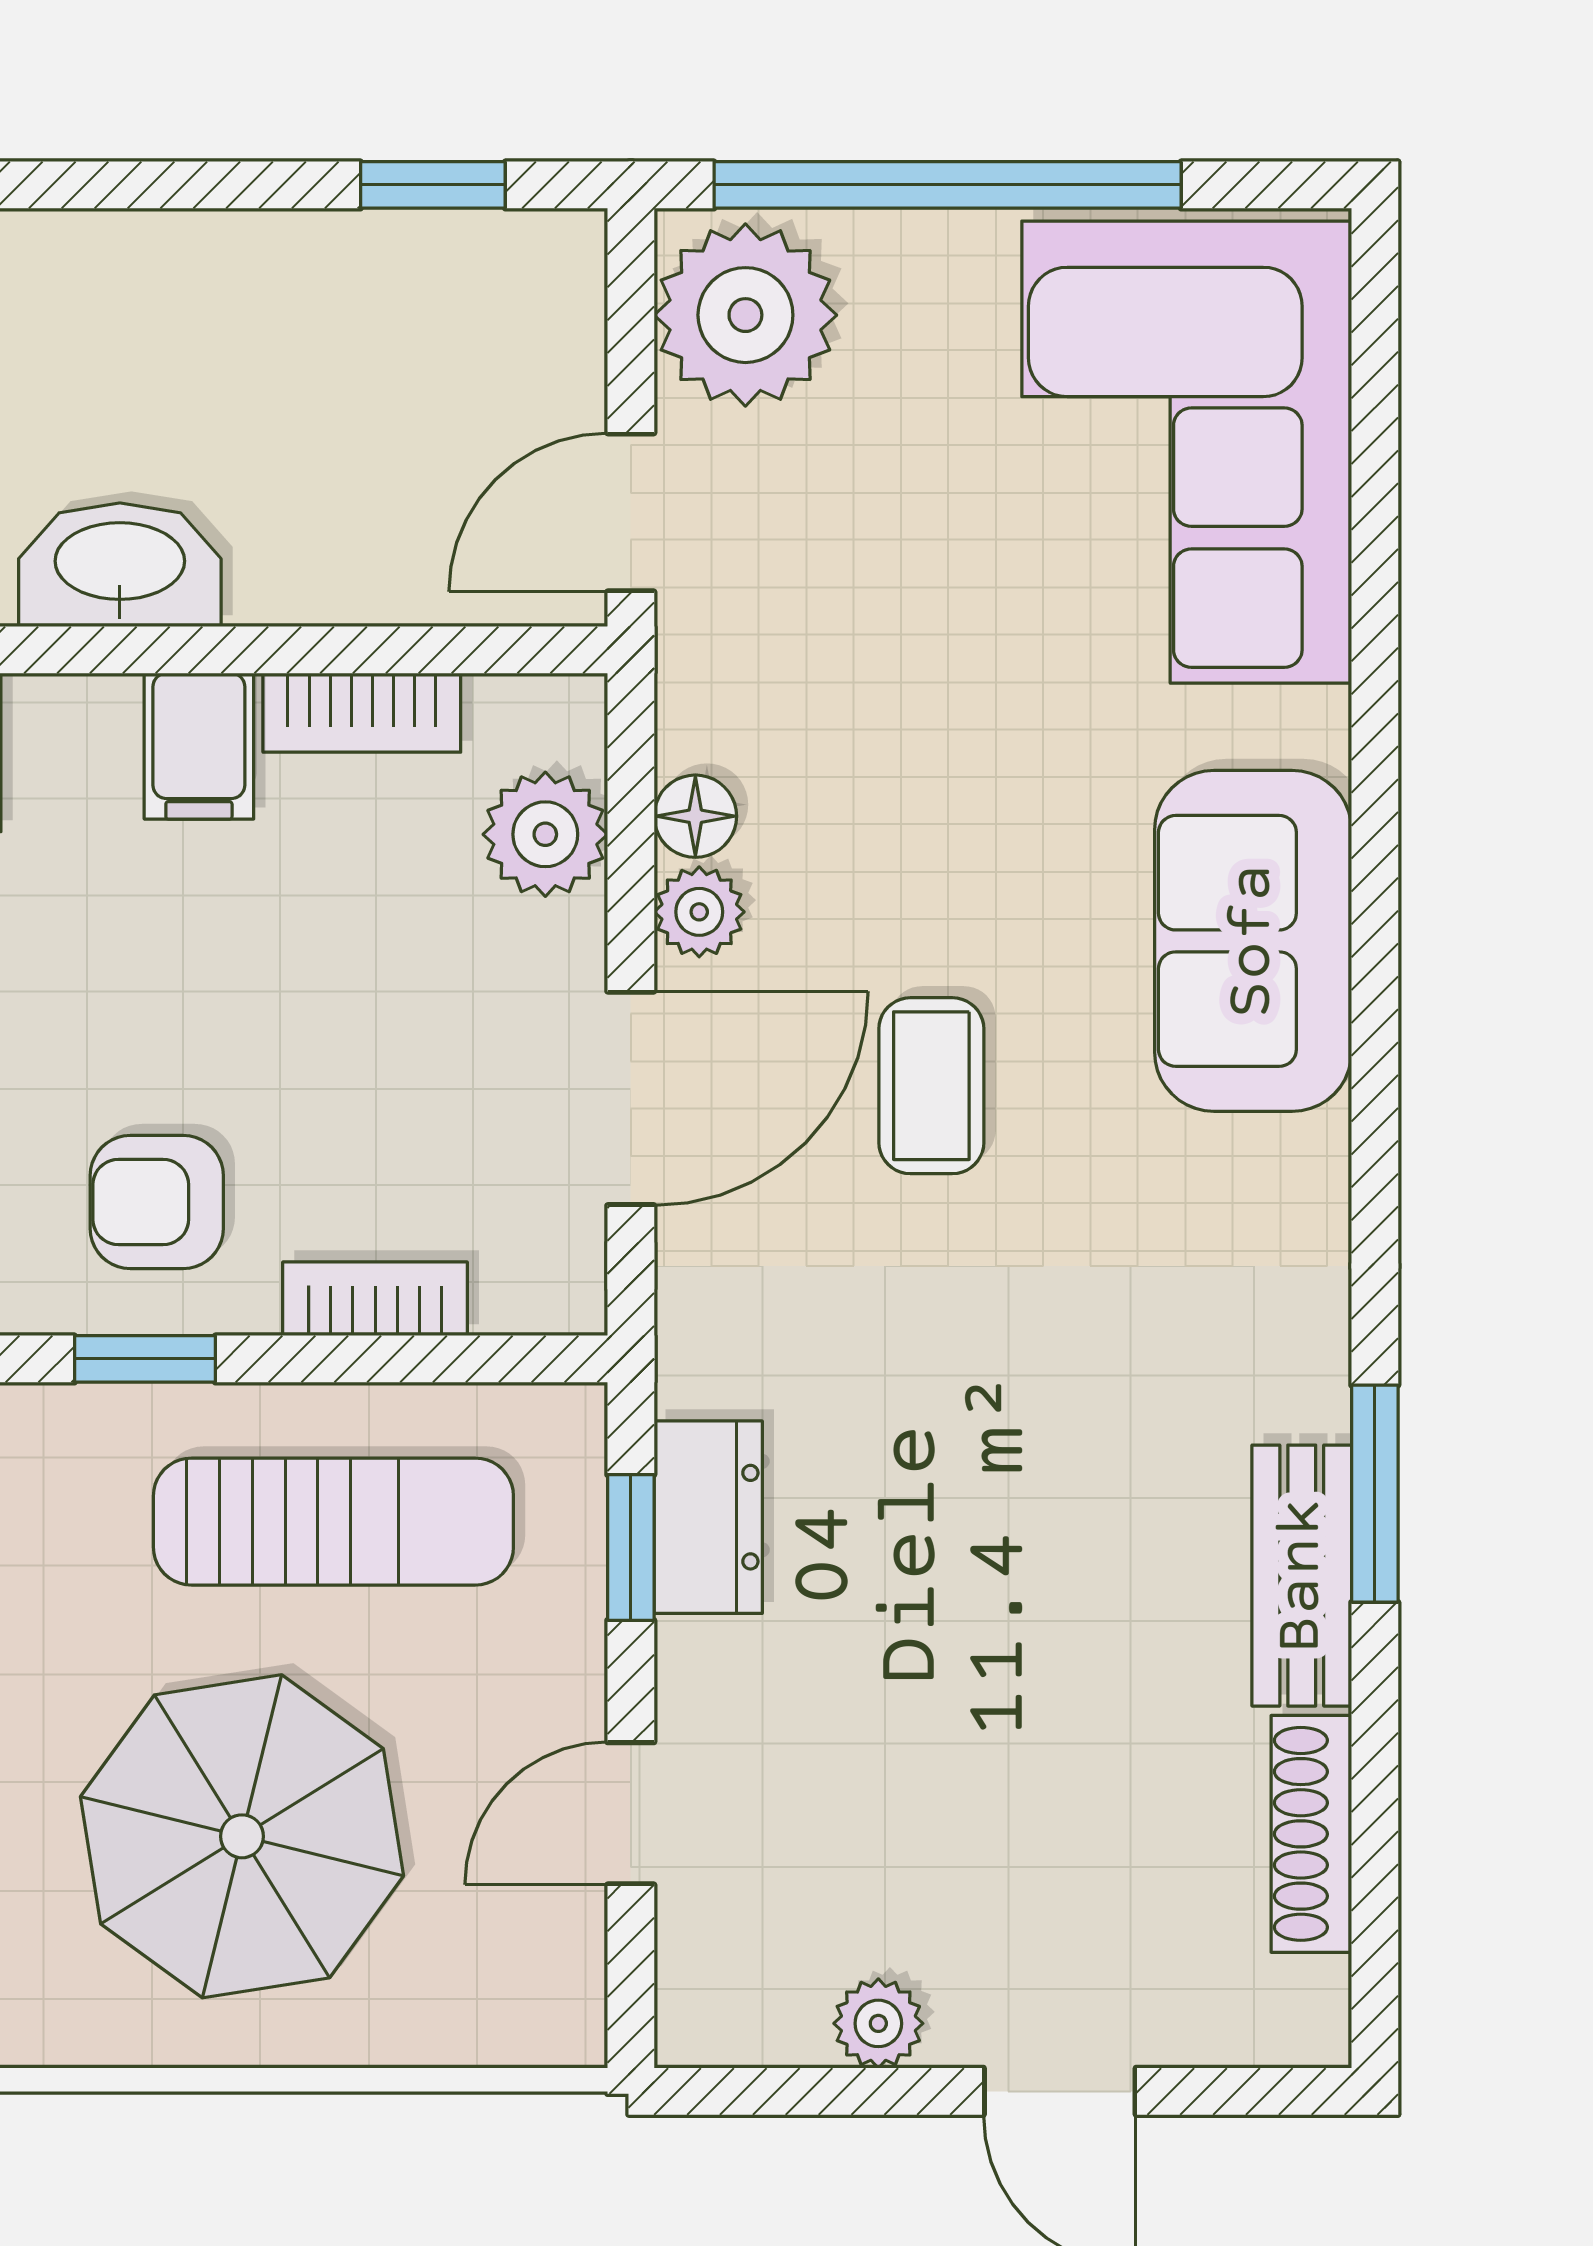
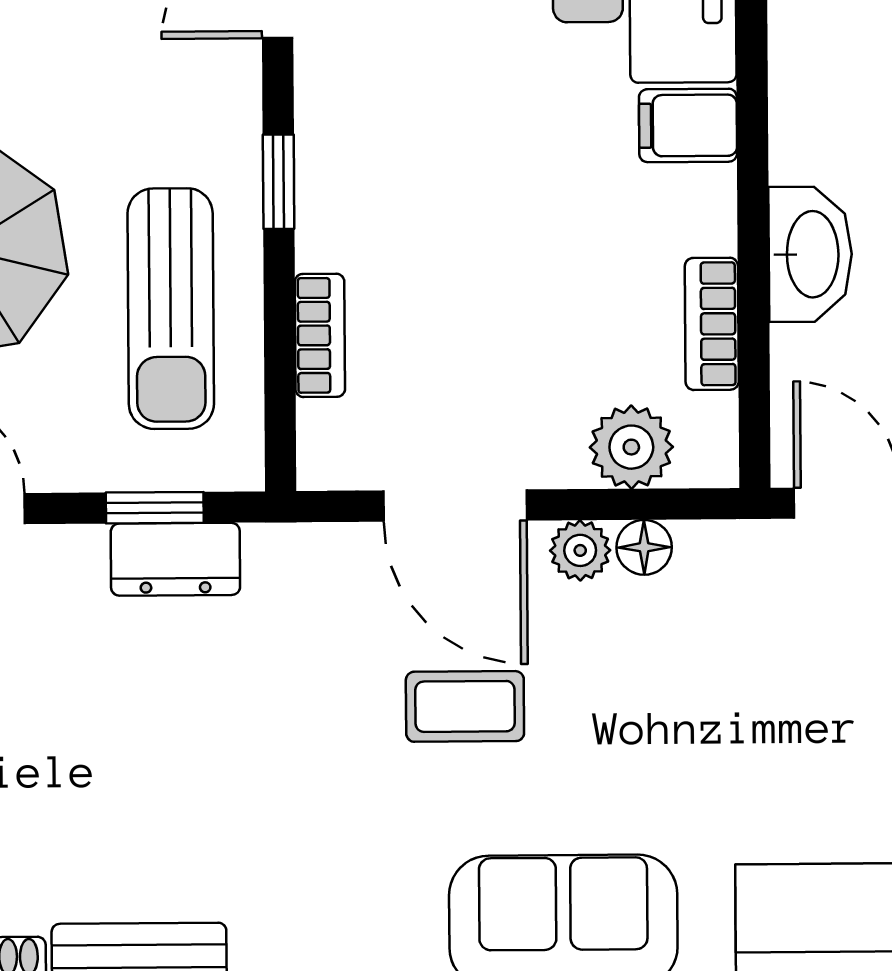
washbasin: (120, 565) -> (810, 254), moved
filing cabinet: (199, 746) -> (688, 125), moved
armchair: (157, 1202) -> (384, 189), removed

